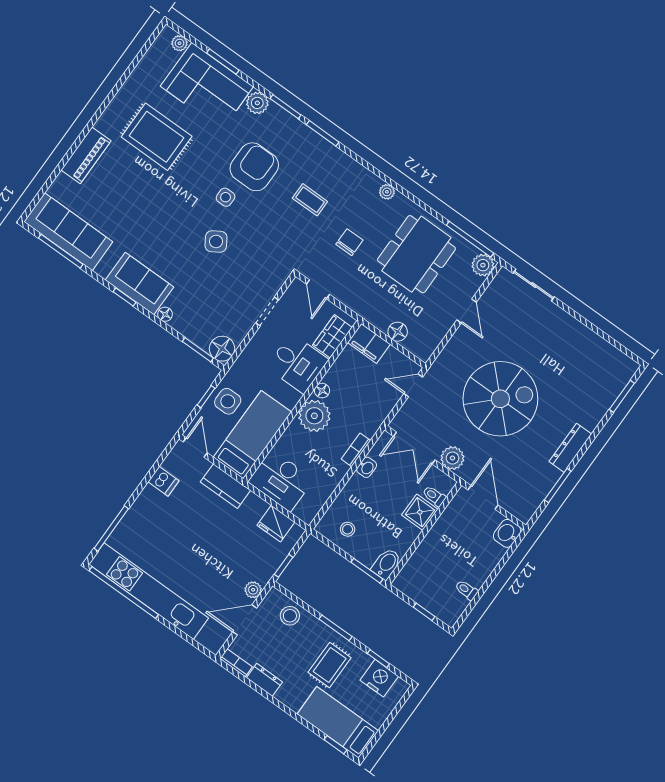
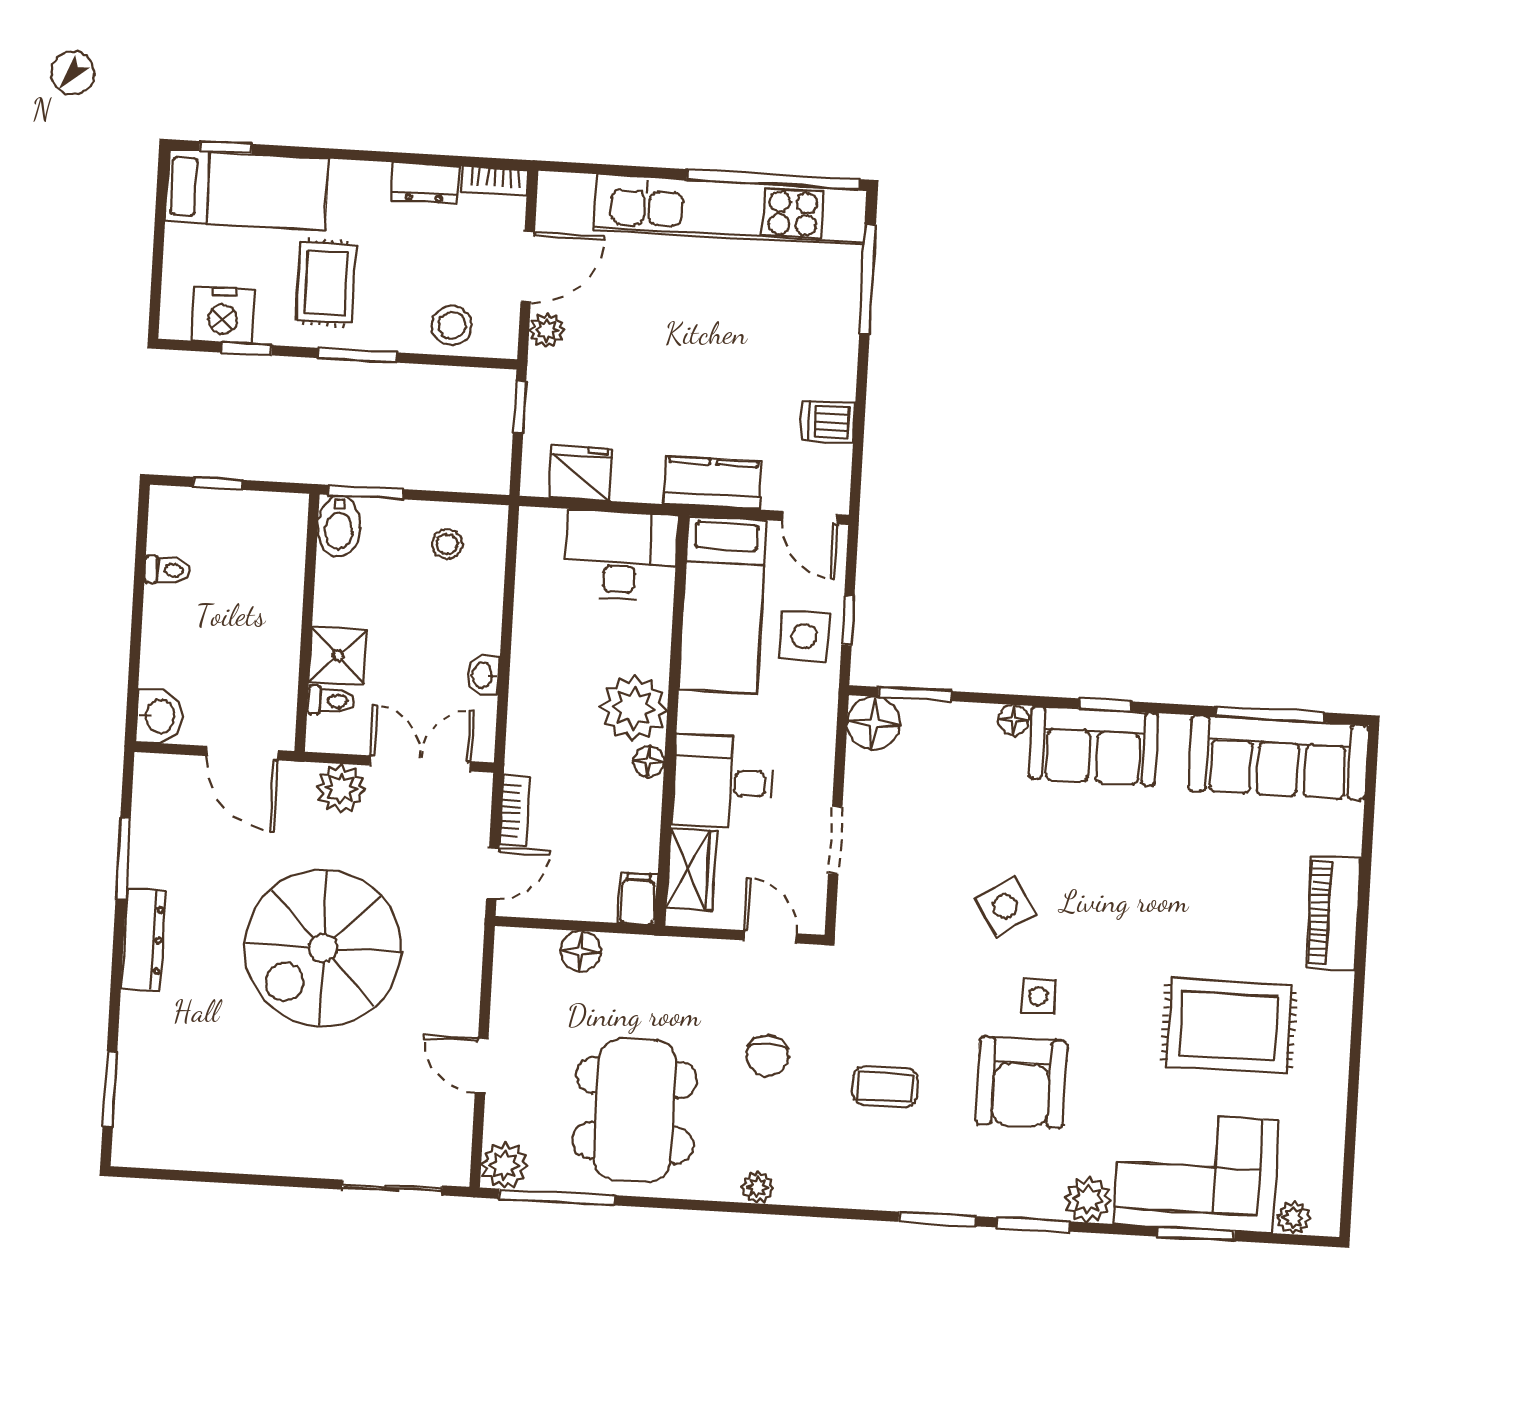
filing cabinet: (369, 343) -> (638, 899), width x0.50
bookcase: (356, 450) -> (515, 811), moved

